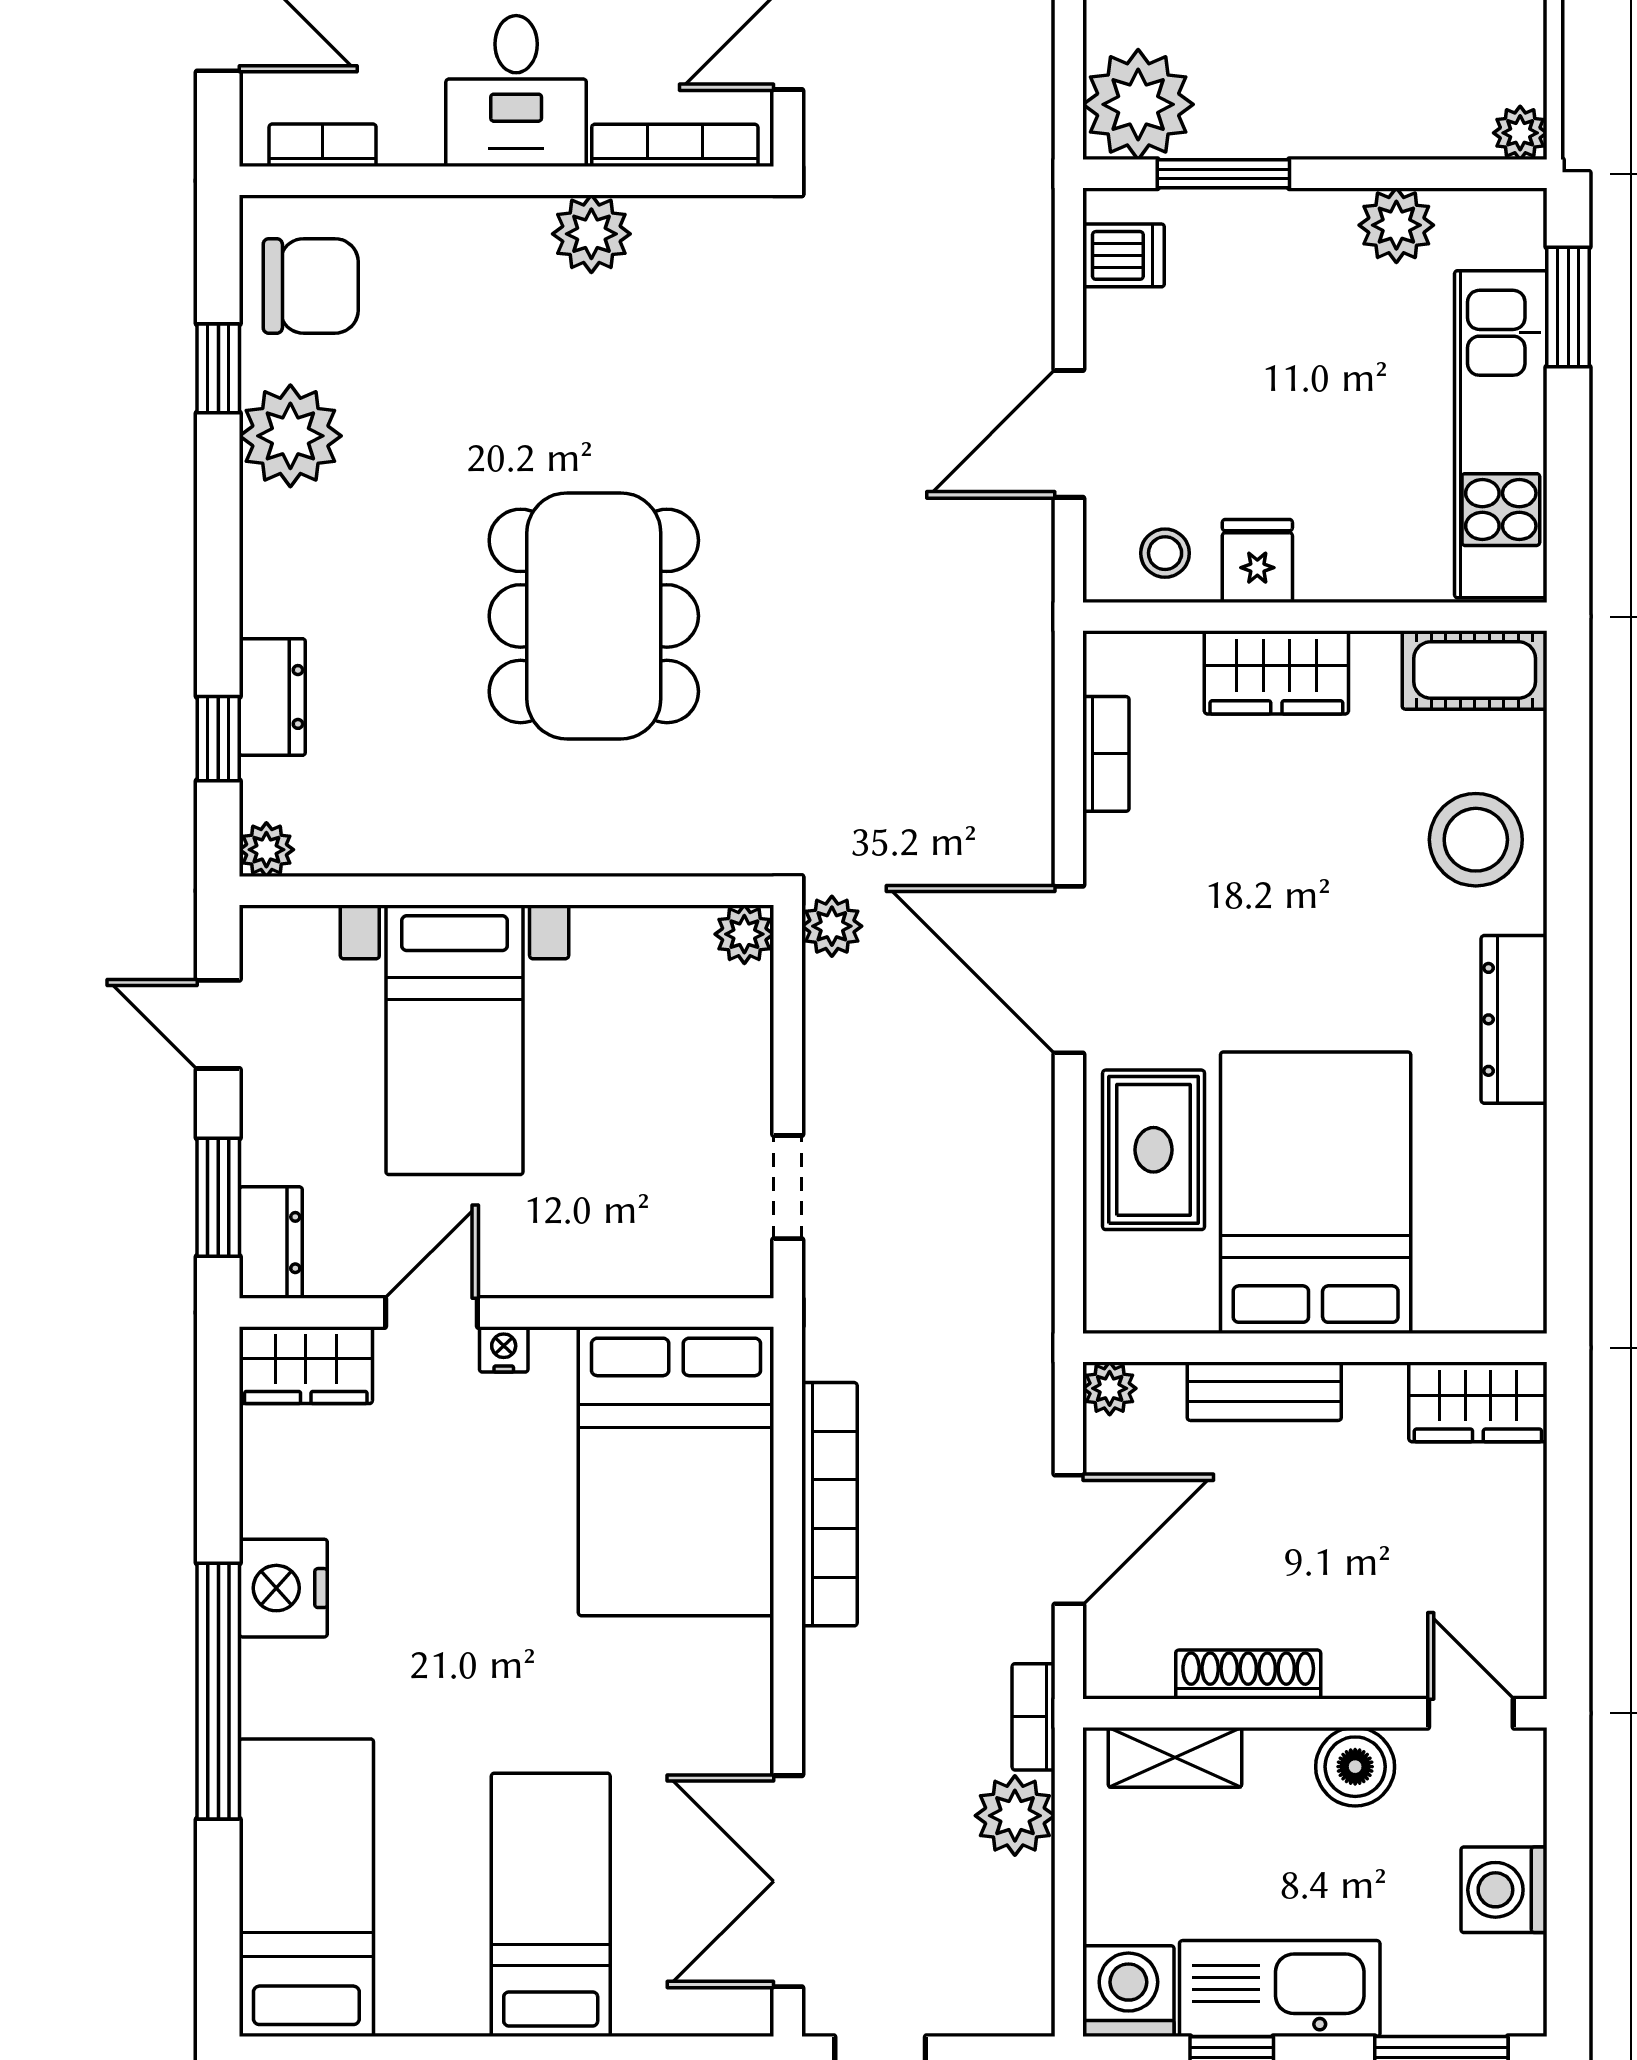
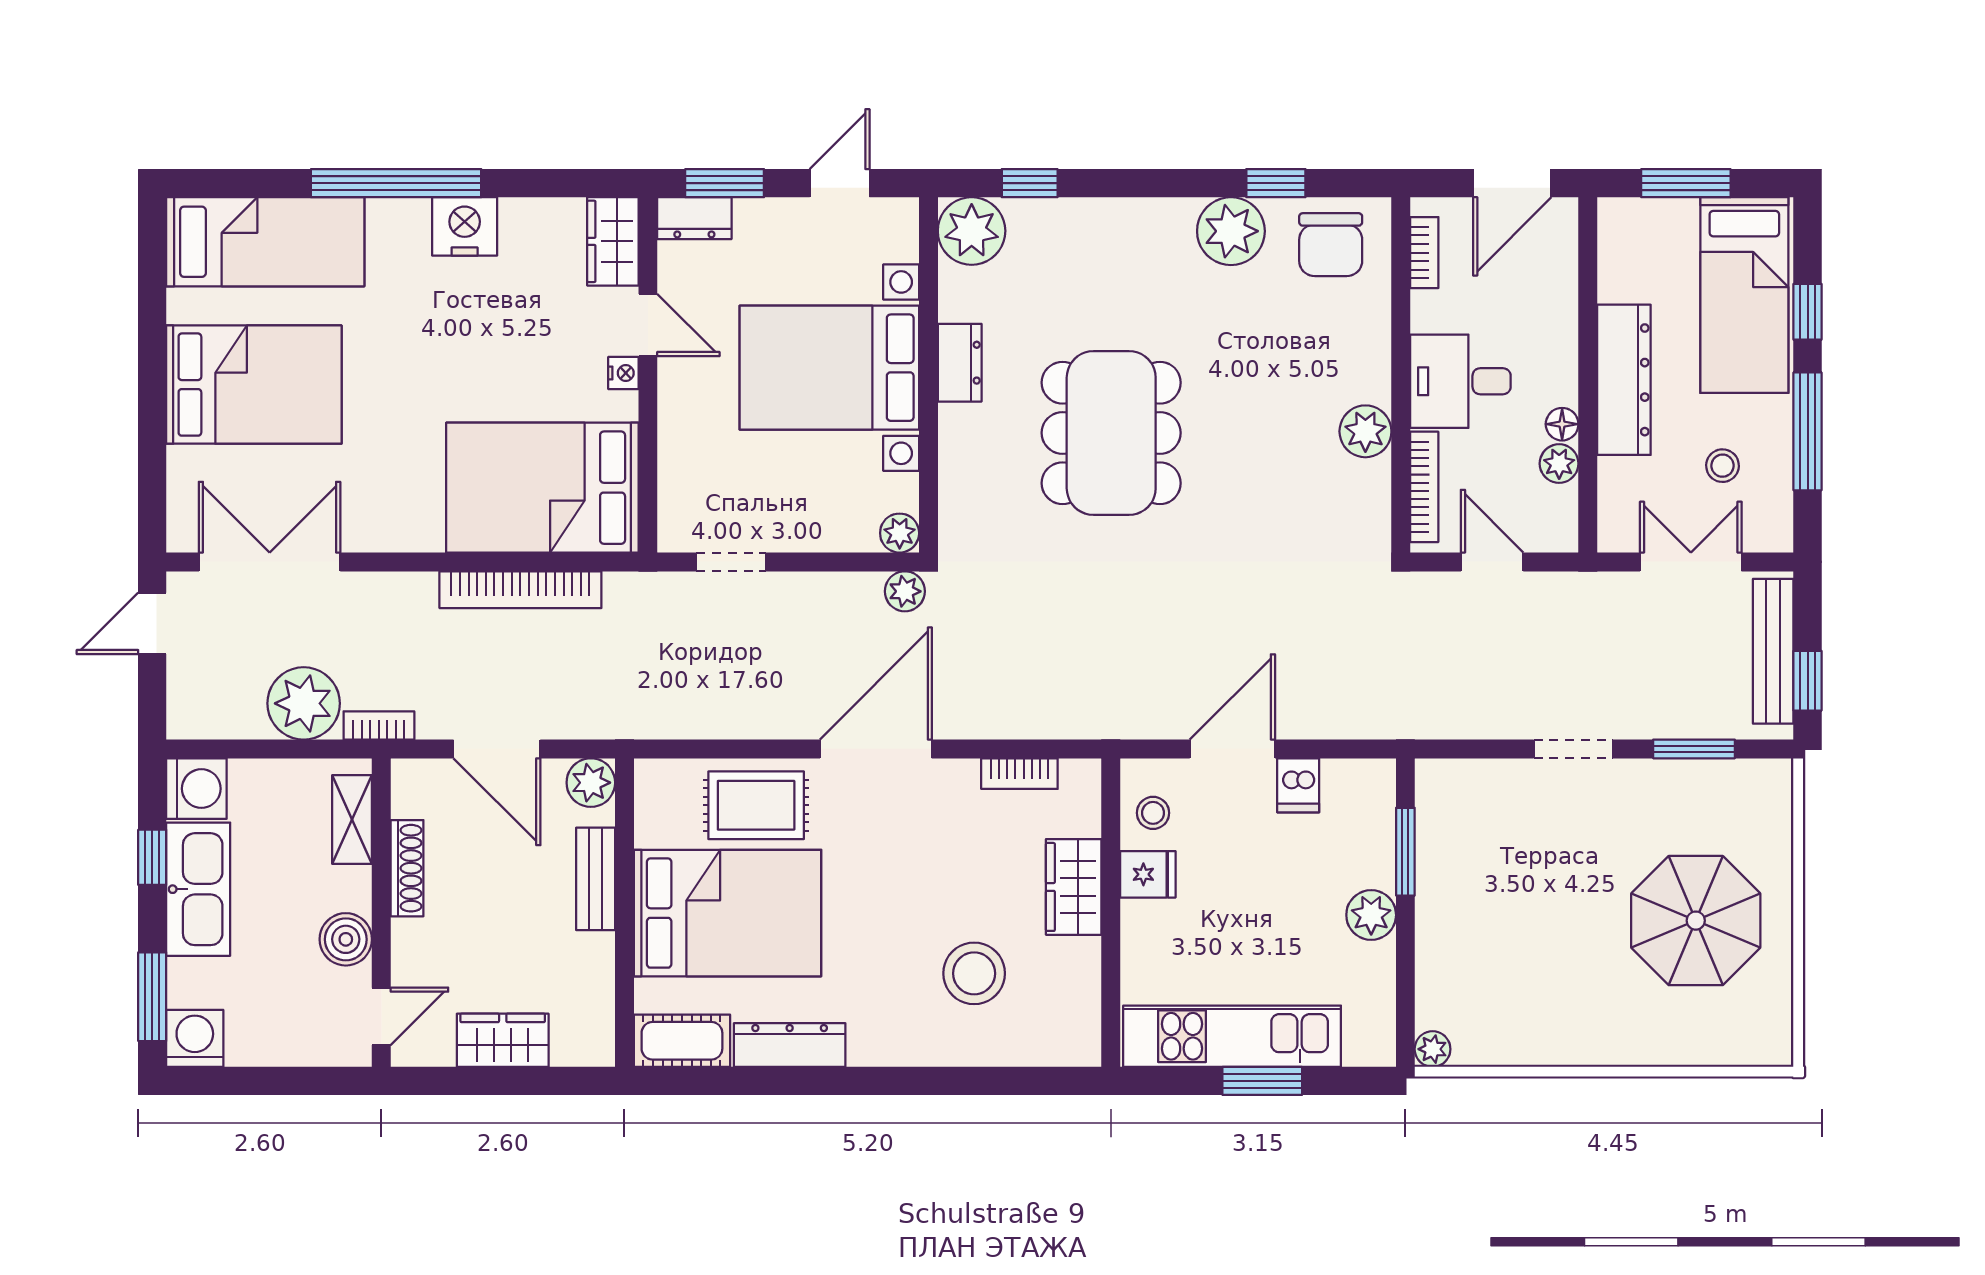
plant: (1138, 104) -> (1451, 795), removed
plant: (1396, 225) -> (1371, 915), moved
dishwasher: (1124, 255) -> (1298, 785), moved
window: (1568, 307) -> (1262, 1081), moved
door: (1069, 434) -> (1232, 749), hinge flipped
dining table: (594, 616) -> (1111, 433), turned 90
cot: (1475, 670) -> (682, 1041), moved, turned 90
dresser: (272, 697) -> (960, 363), moved, turned -90
stool: (1476, 840) -> (974, 973), moved
plant: (266, 850) -> (972, 231), width x1.87, depth x1.87
dresser: (1514, 1019) -> (790, 1045), moved
bed with nightstands: (454, 1040) -> (829, 368), width x1.36
plant: (1110, 1388) -> (591, 783), width x1.38, depth x1.38
wardrobe: (1478, 1402) -> (503, 1040), moved, turned 90
plant: (1015, 1816) -> (304, 703), width x1.36, depth x1.36
washing machine: (1504, 1890) -> (195, 1038), moved
bed: (551, 1905) -> (254, 385), width x1.50

